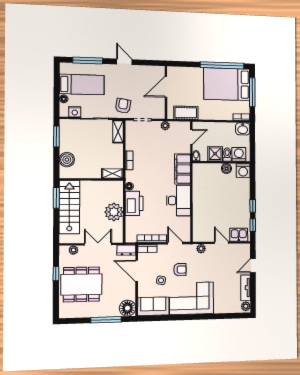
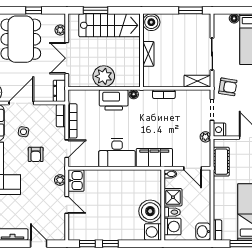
nightstand: (75, 112) -> (220, 130), moved
boiler: (67, 160) -> (151, 22), moved
boiler: (226, 168) -> (150, 211), width x1.86, depth x1.86
shelving: (112, 174) -> (148, 54), moved
window: (56, 198) -> (95, 10), moved
kitchen sink: (239, 235) -> (76, 181), moved
door: (222, 243) -> (67, 205), hinge flipped
double door: (98, 244) -> (67, 58), swing flipped
door: (137, 271) -> (21, 103), moved

